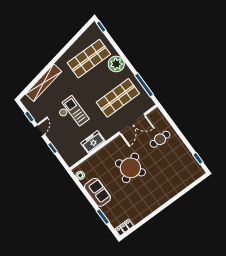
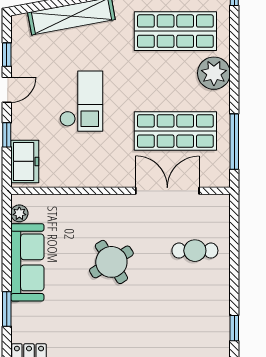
double door: (132, 124) -> (167, 191), swing flipped
freezer: (93, 142) -> (25, 161), moved, turned 90
round table: (130, 168) -> (111, 262), width x0.73, depth x0.73
sofa: (97, 192) -> (27, 262), width x1.36

